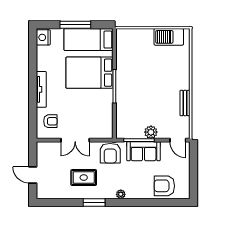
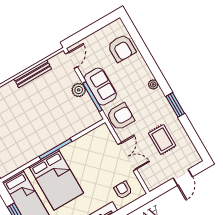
bench: (185, 103) -> (33, 74), width x1.36
rug: (84, 178) -> (162, 139), moved

